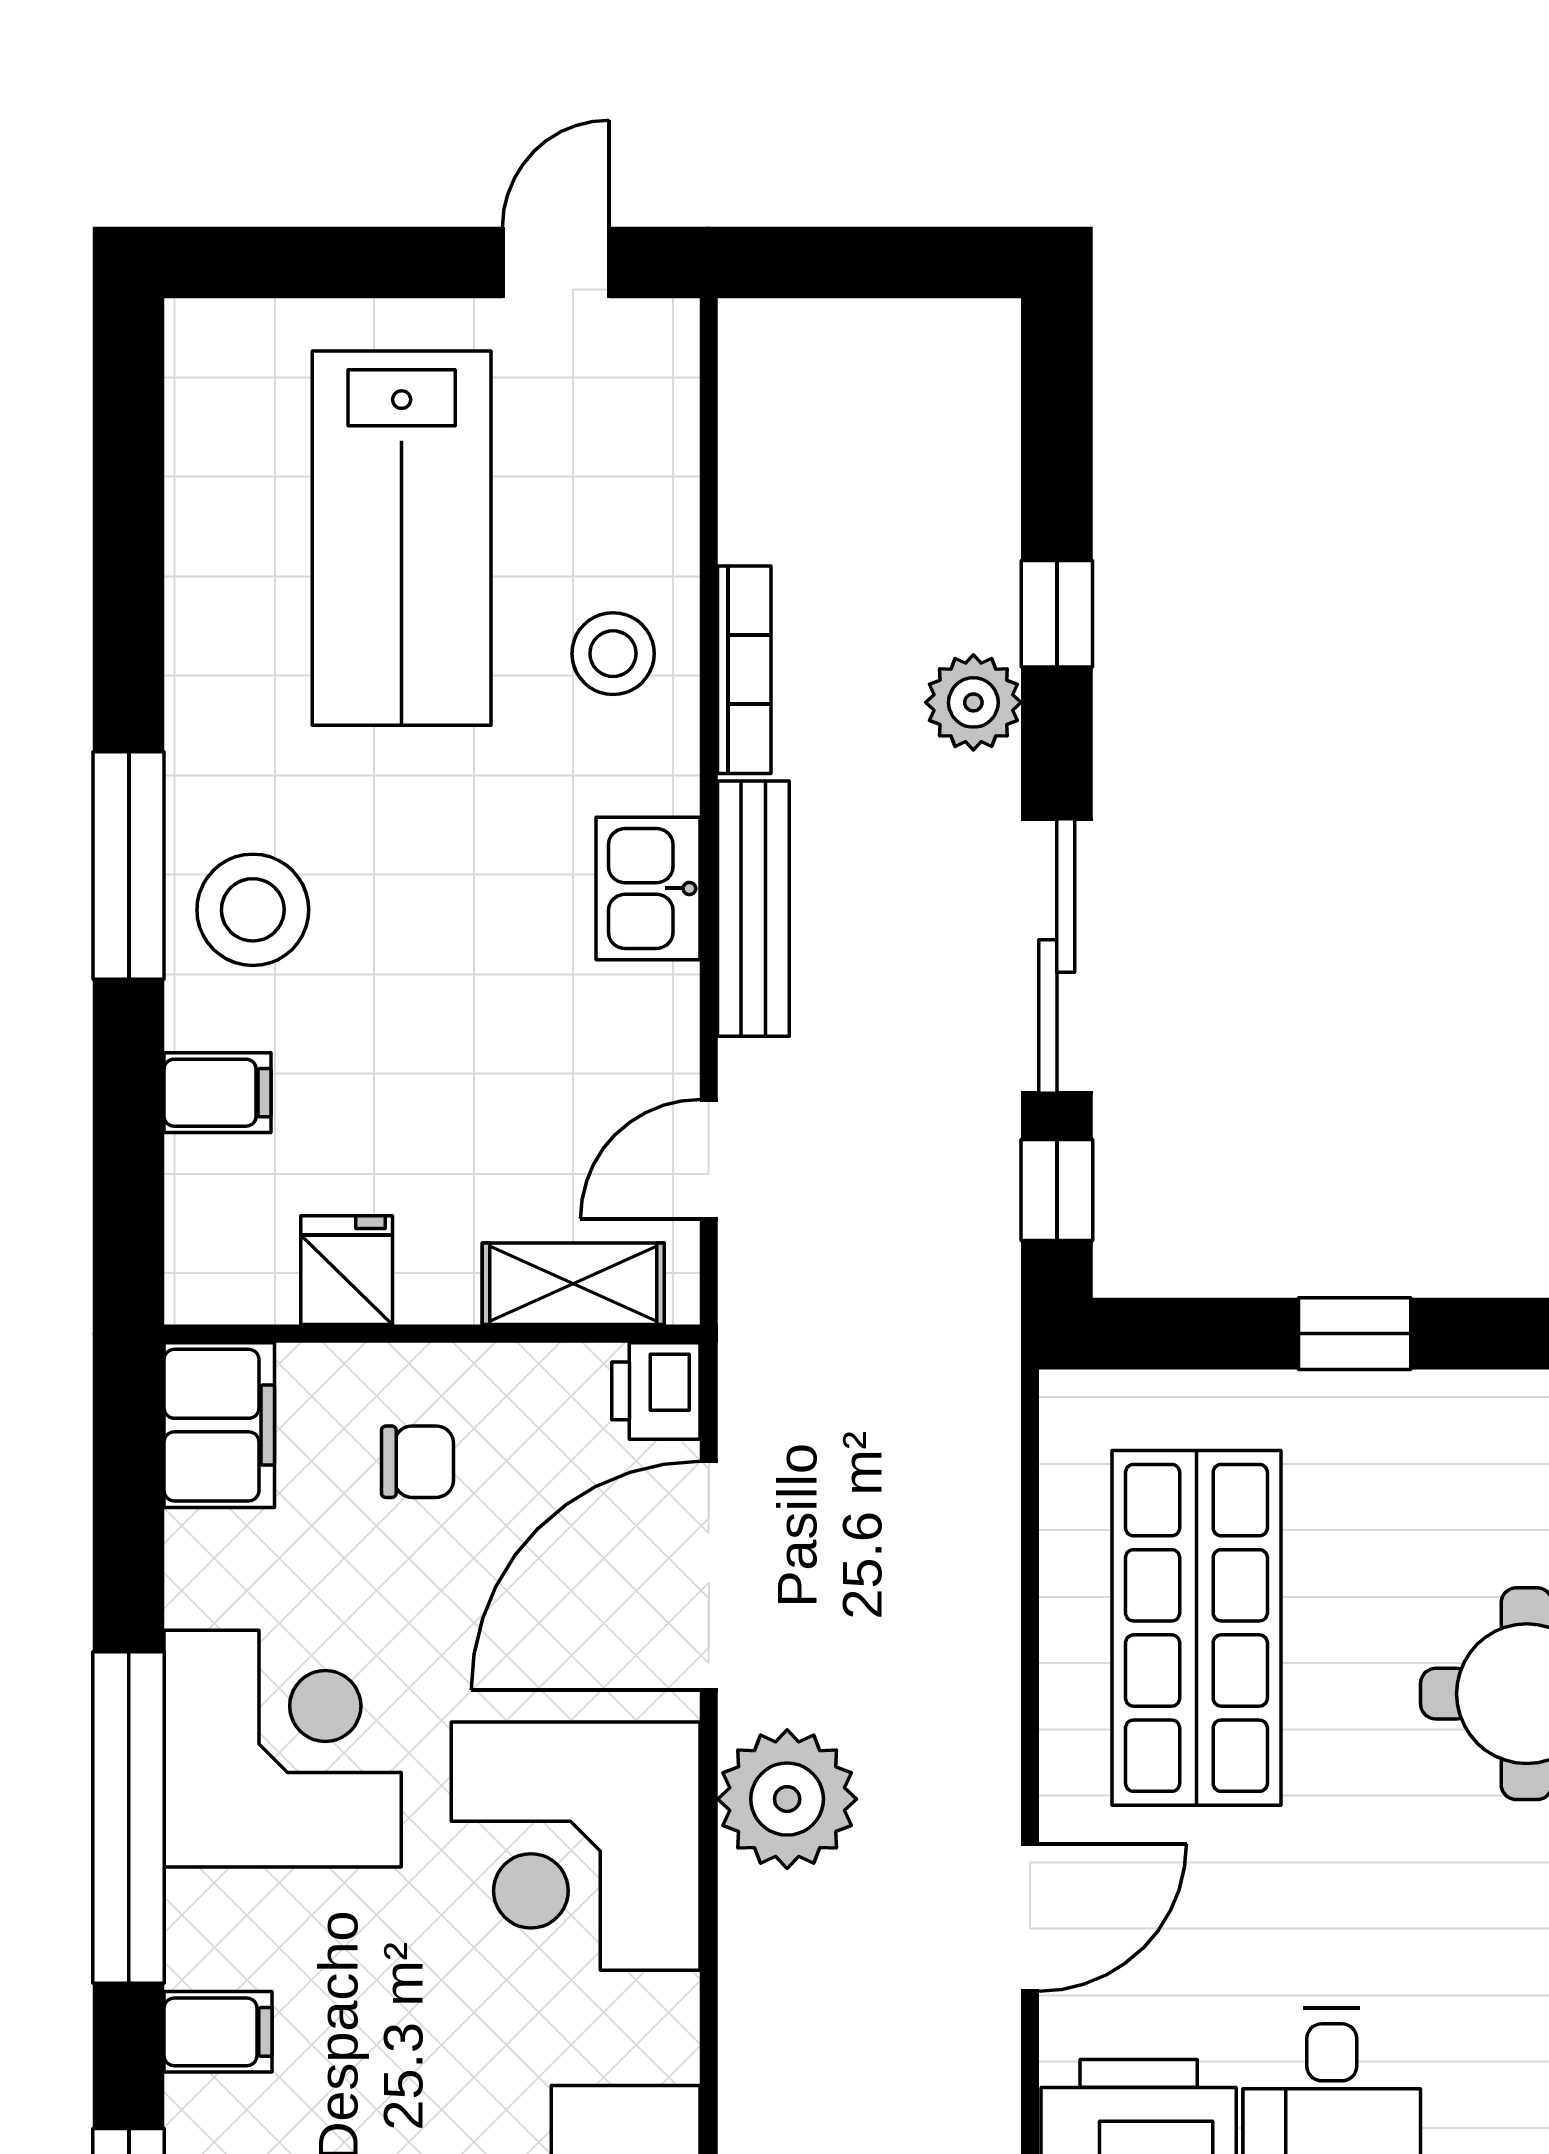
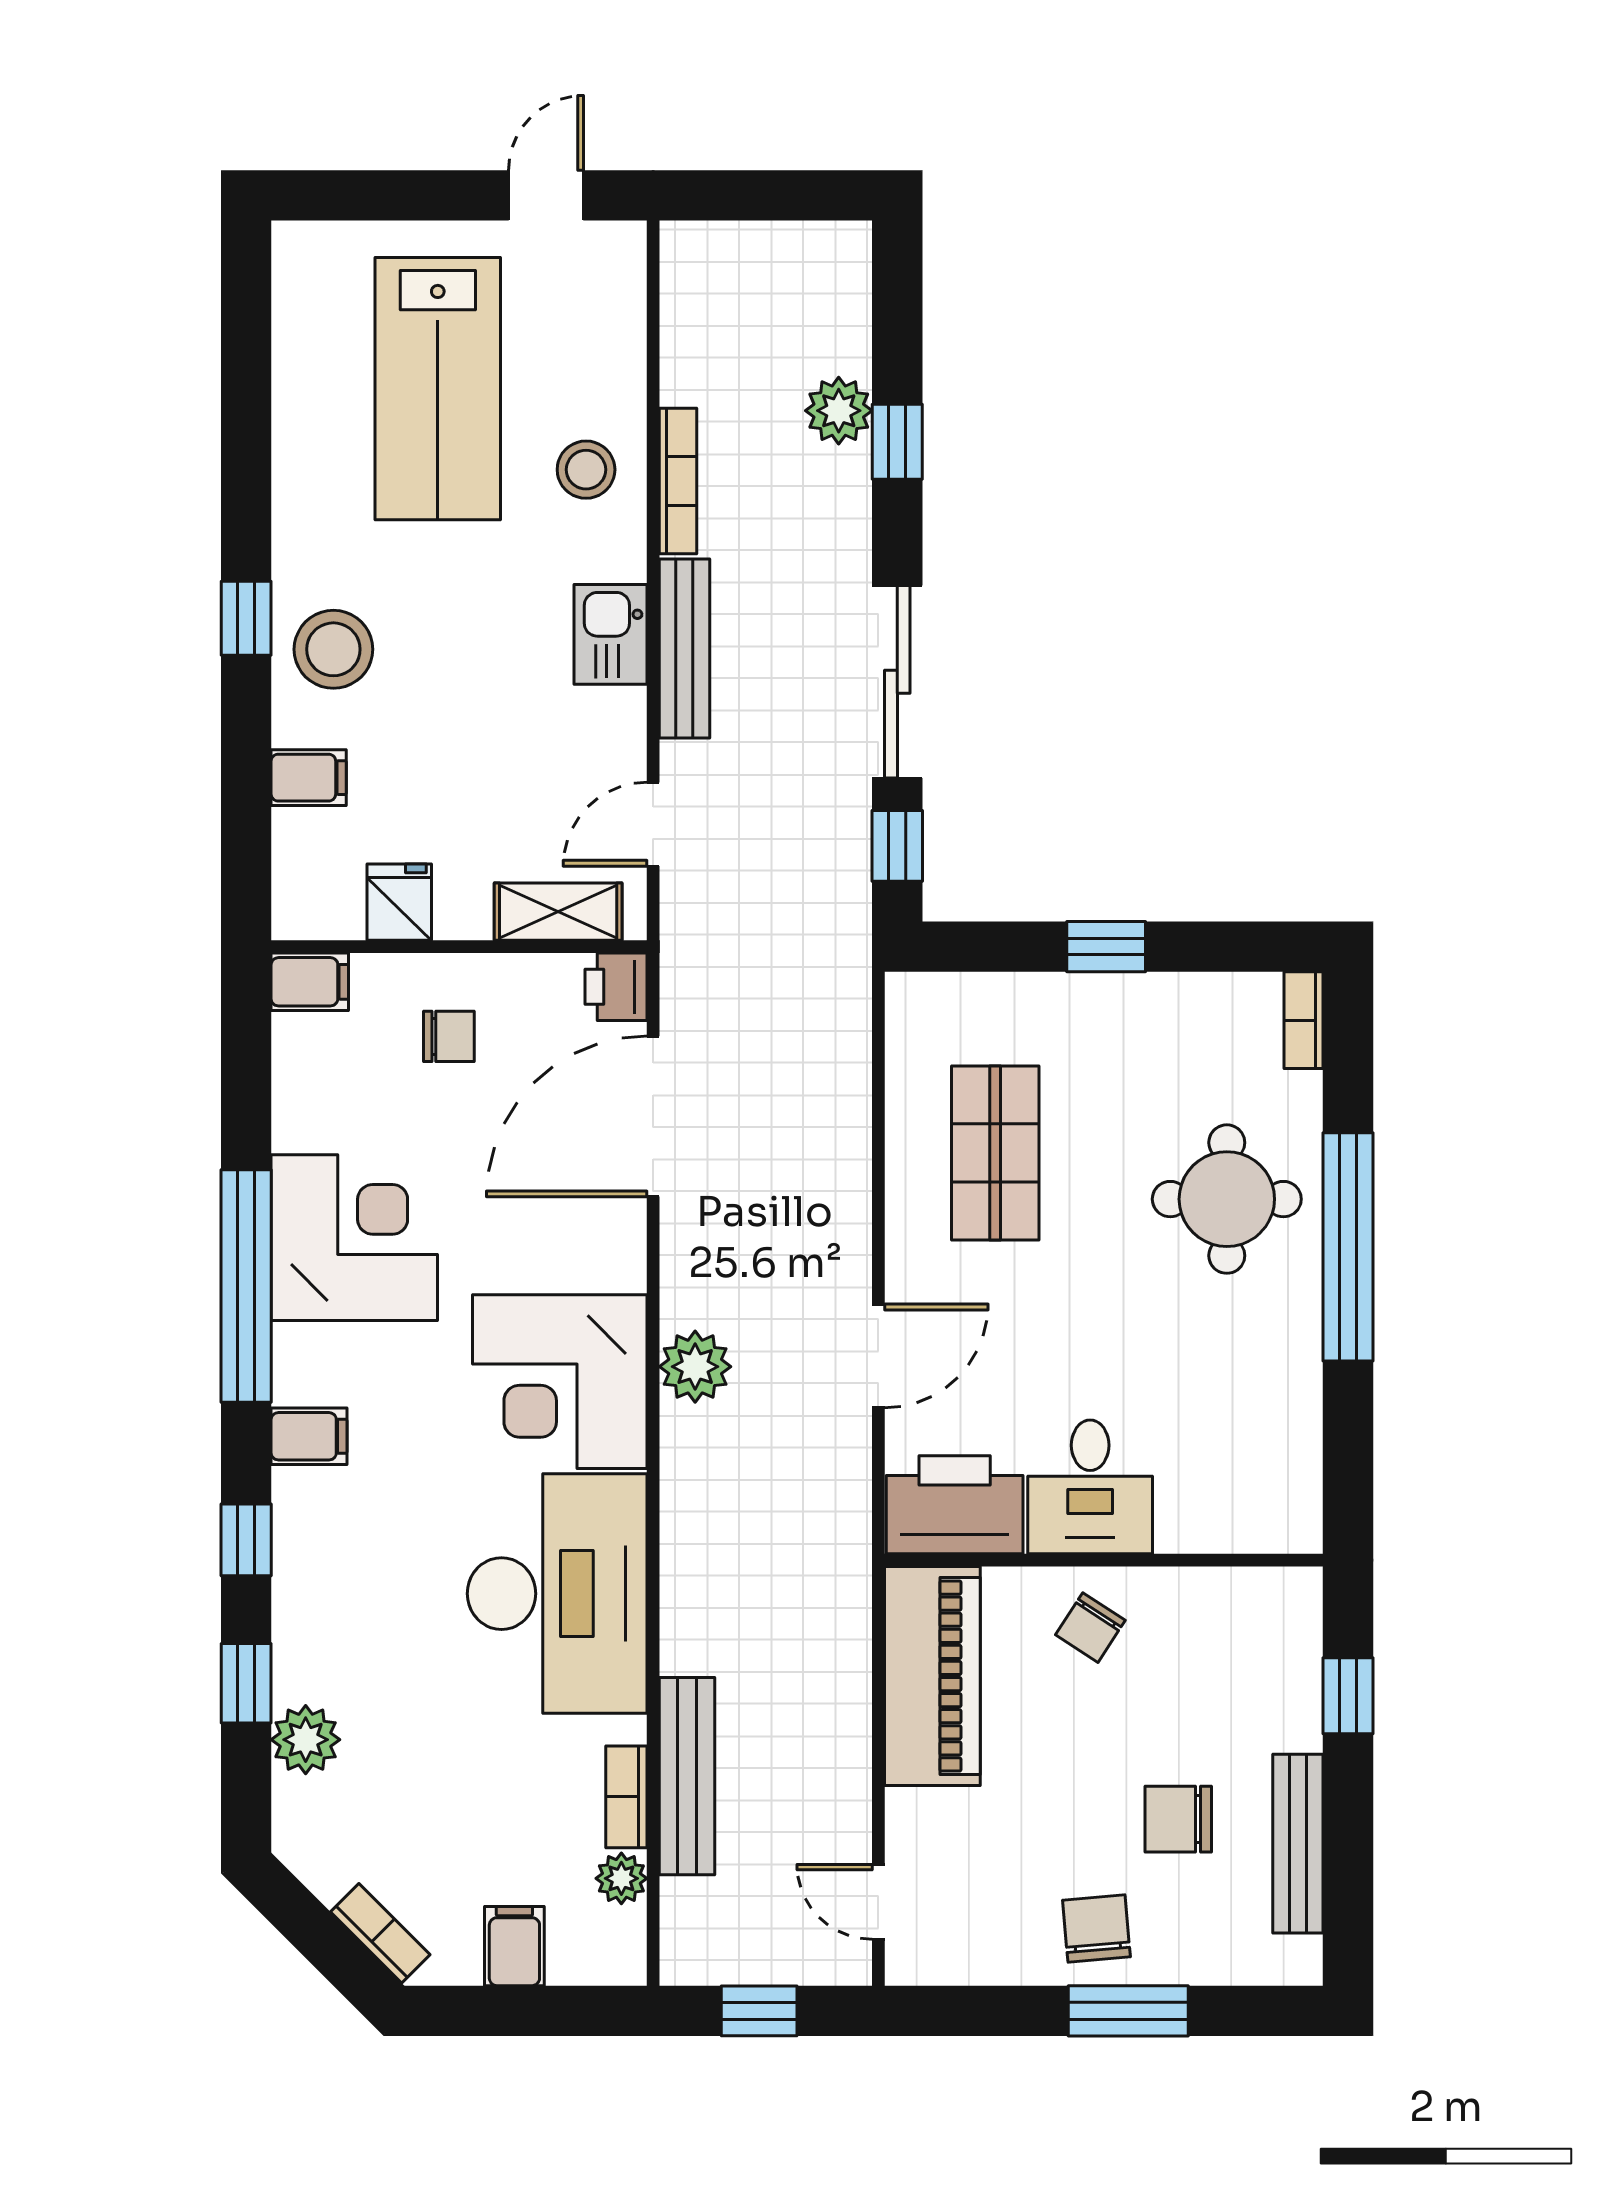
plant: (973, 702) -> (839, 411), moved
window: (129, 866) -> (246, 618), width x0.46
filing cabinet: (219, 1425) -> (310, 982), width x0.50
shop shelf: (1196, 1628) -> (995, 1153), width x0.70, depth x0.74
plant: (787, 1799) -> (695, 1367), moved, width x0.73, depth x0.73
corner desk: (576, 1846) -> (560, 1382), moved

